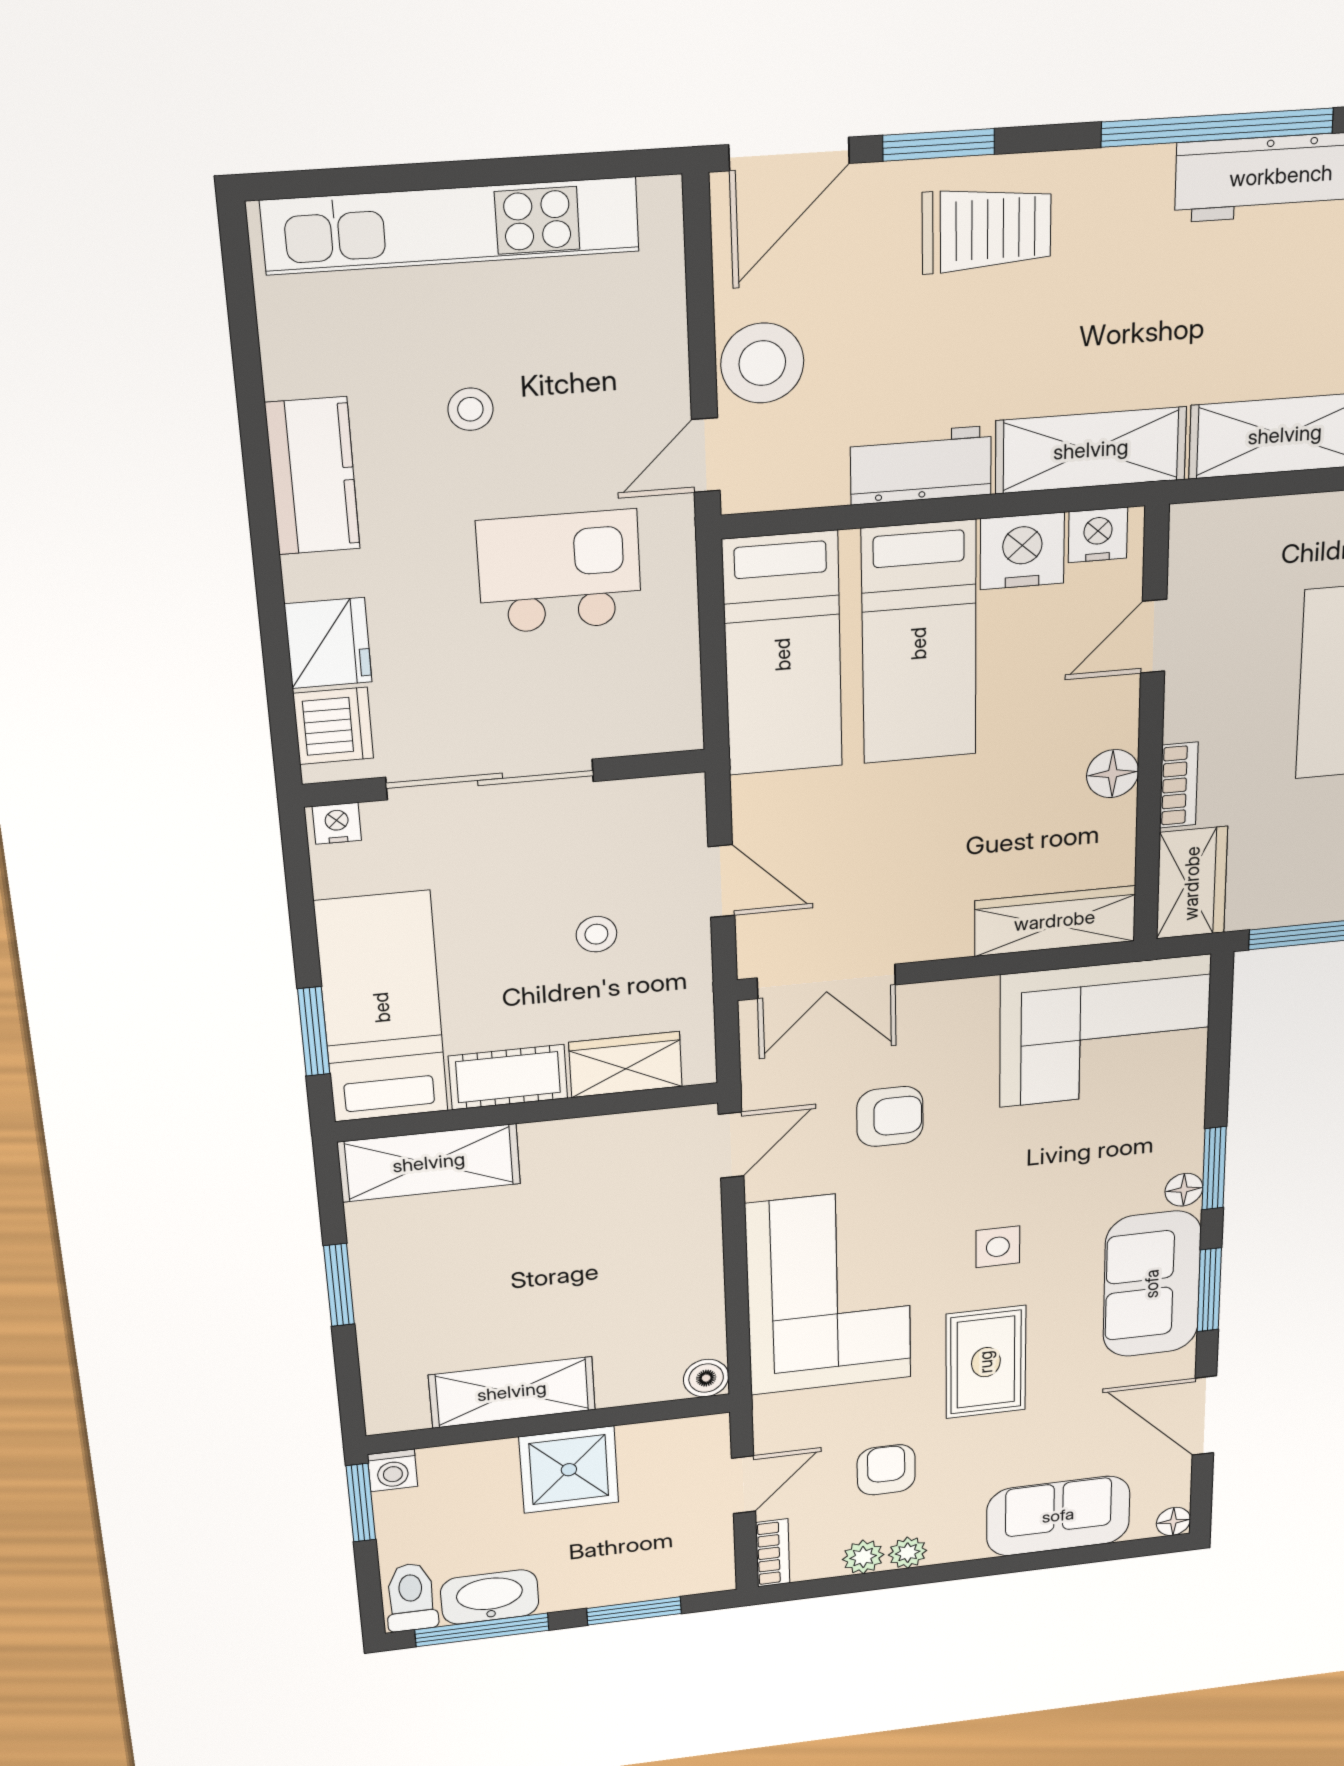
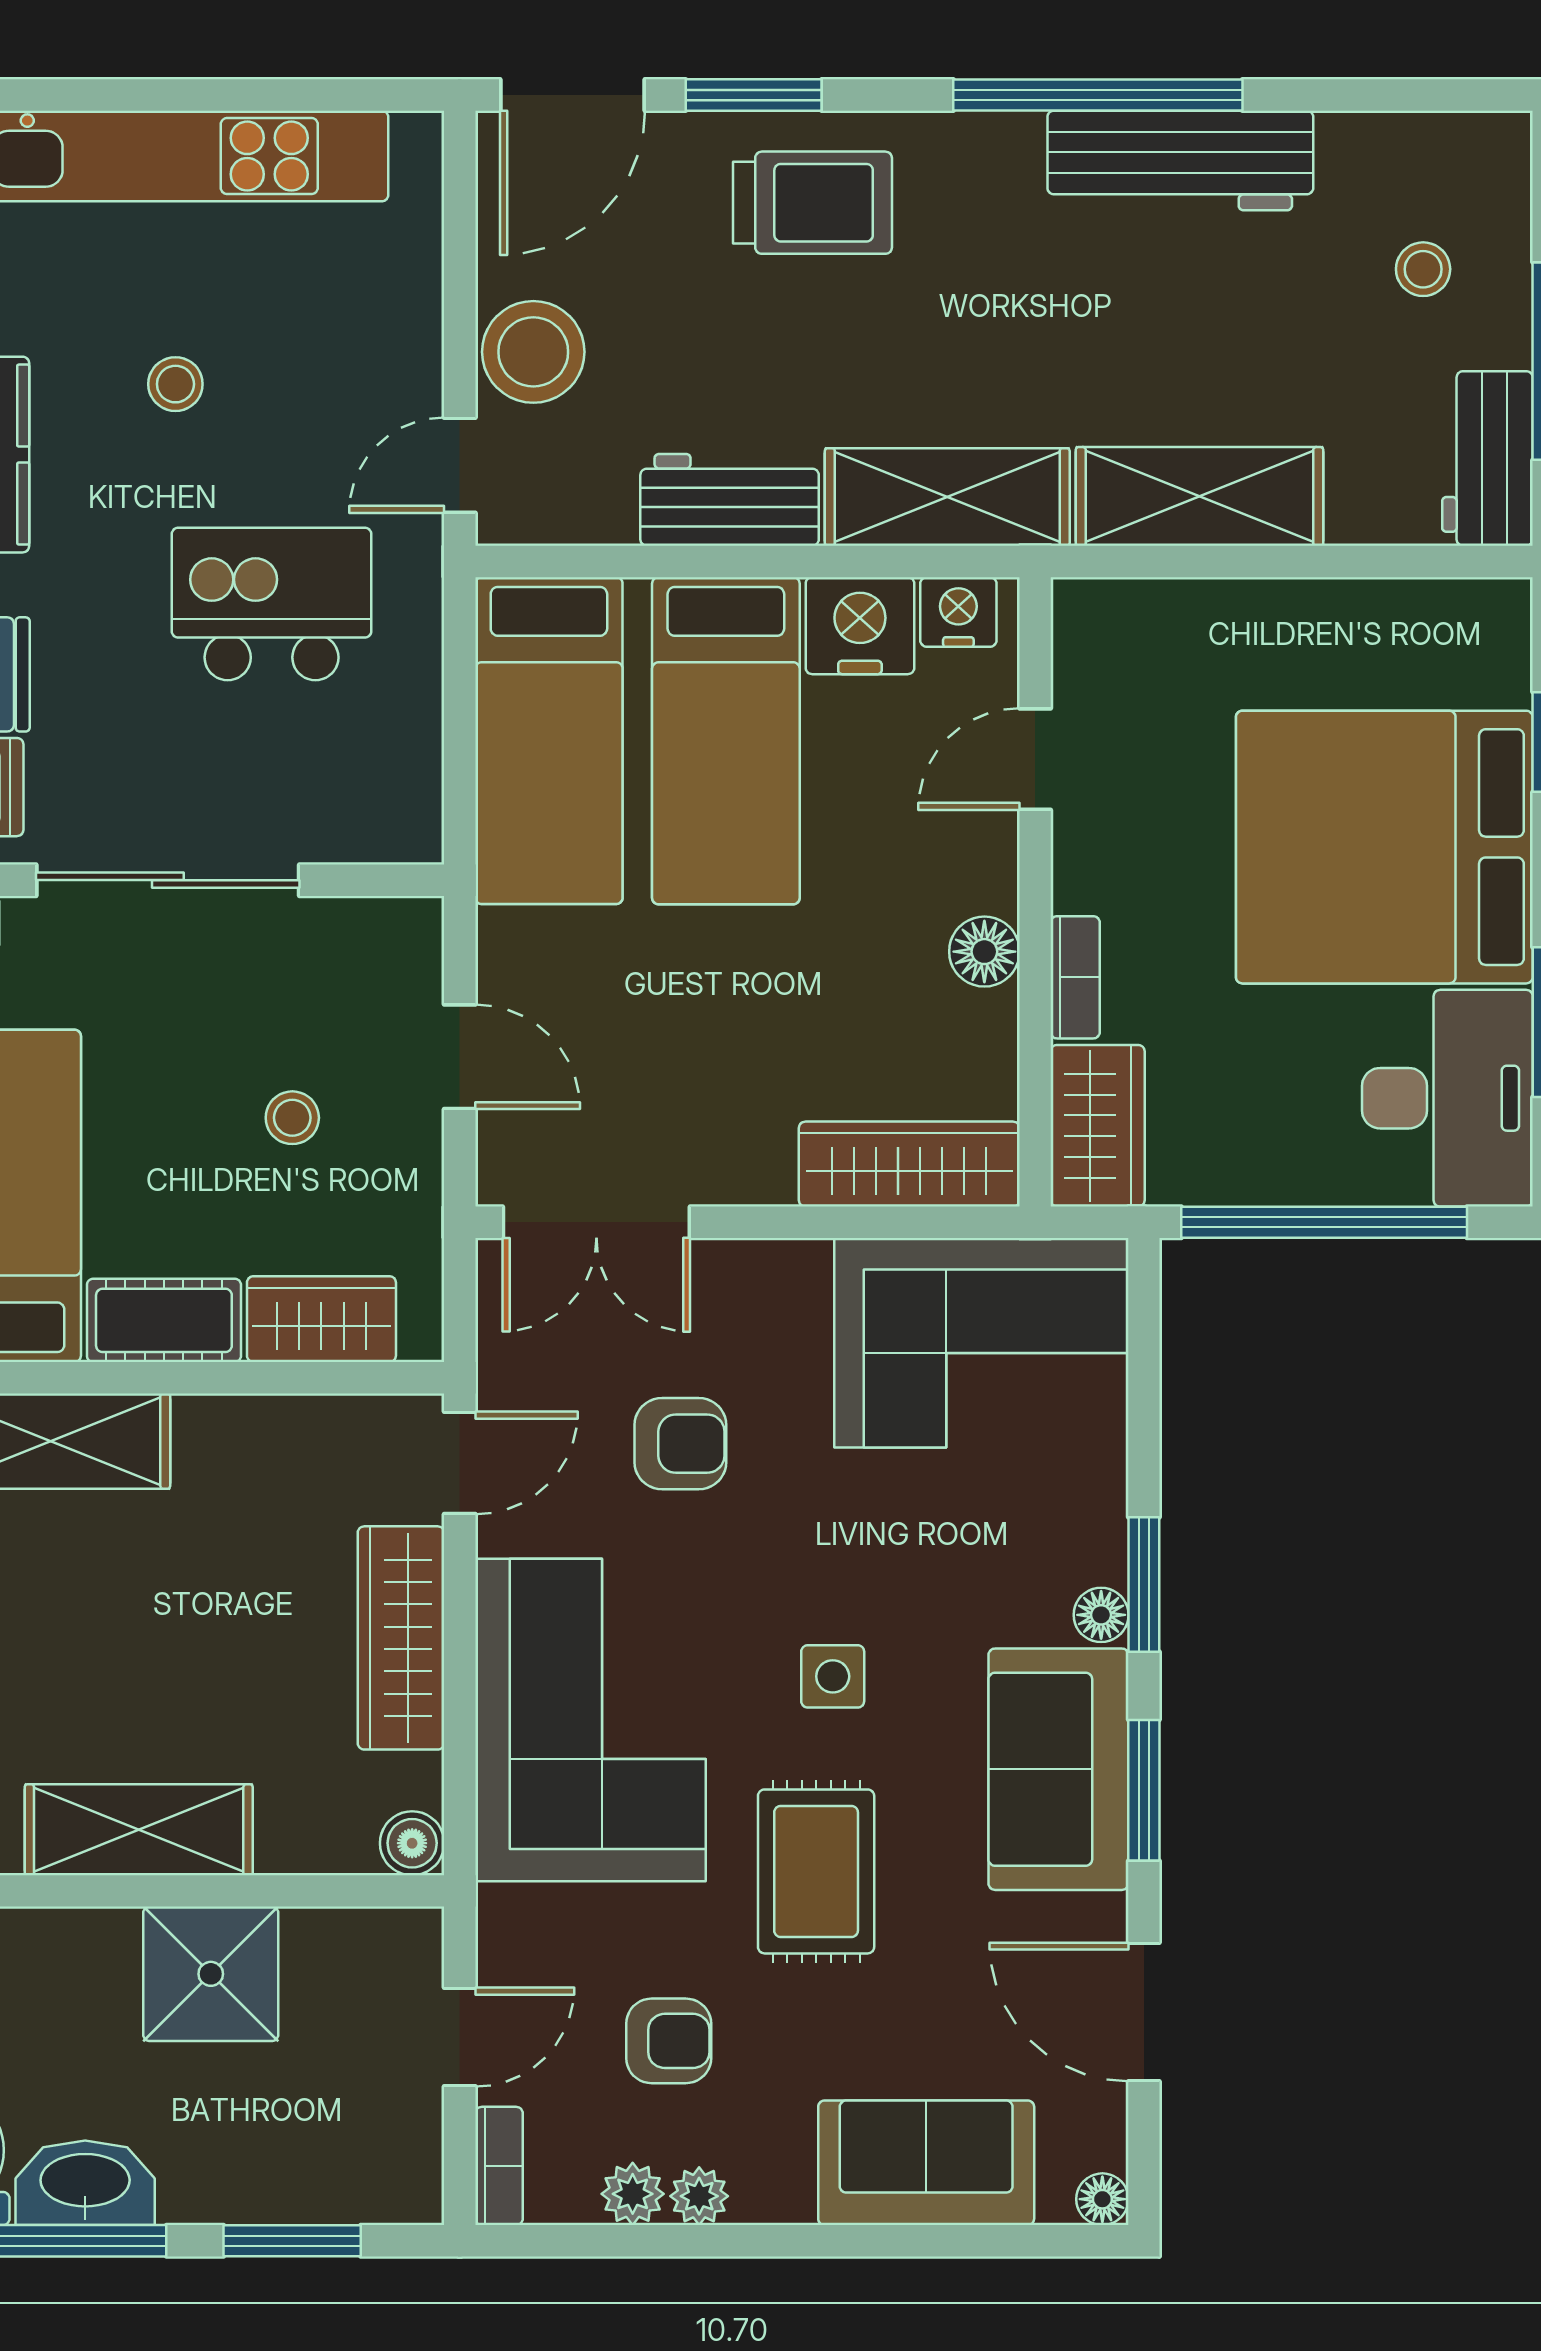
wardrobe: (693, 1257) -> (401, 1638), added
armchair: (886, 1470) -> (669, 2041), turned 90

